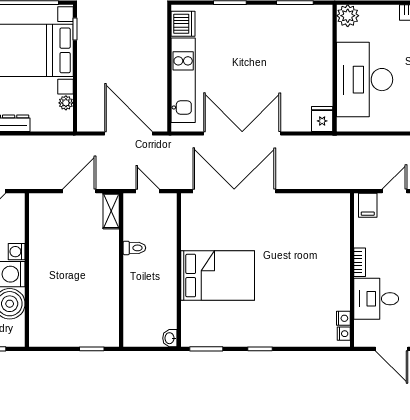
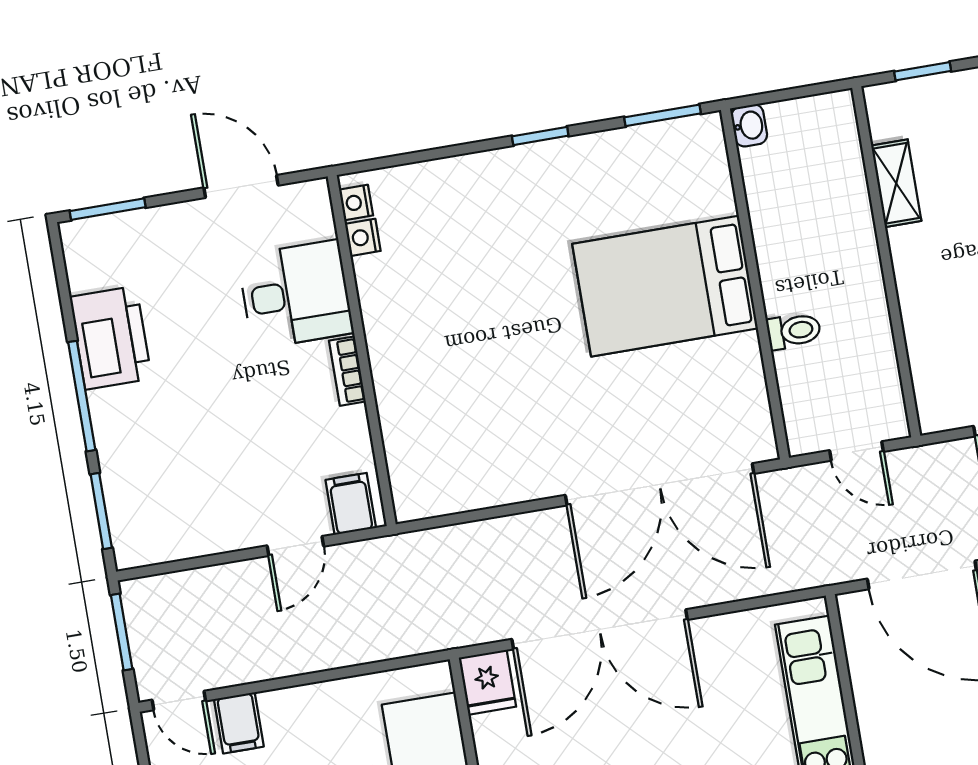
double door: (242, 133) -> (600, 629), moved
shelving: (111, 211) -> (896, 183), moved
toilet: (134, 248) -> (794, 331), moved, turned 180

